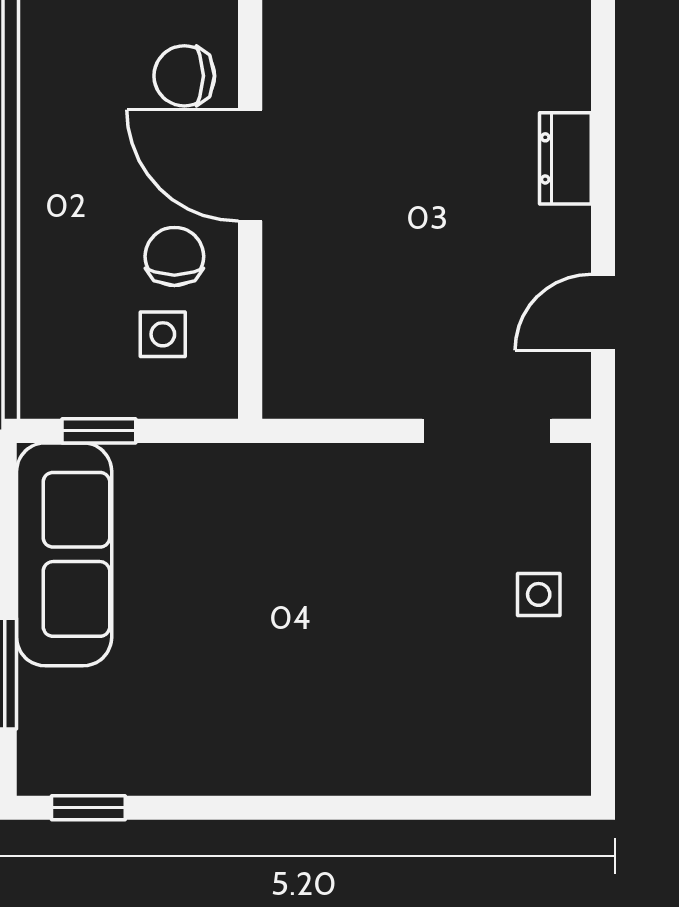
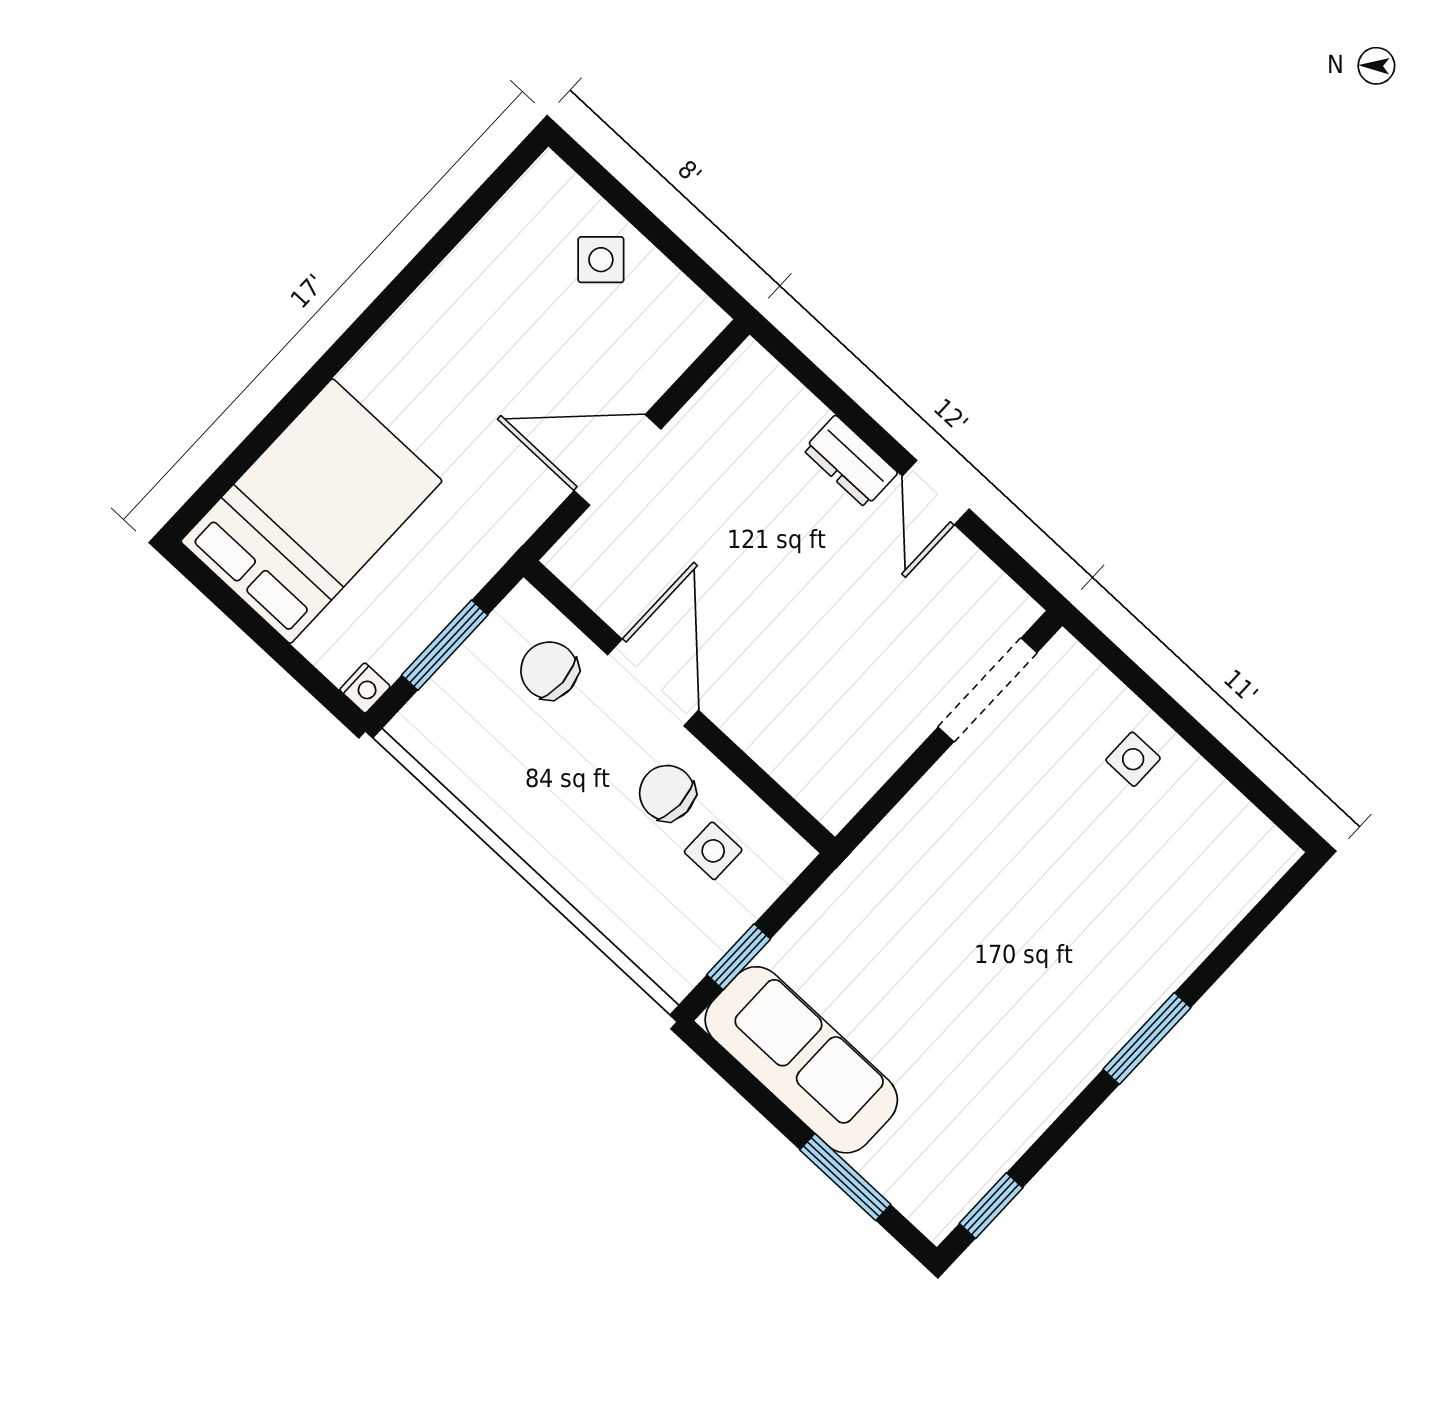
chair: (184, 76) -> (549, 670), turned 88
door: (250, 165) -> (653, 683), swing flipped
door: (603, 312) -> (936, 492), moved
window: (331, 808) -> (1147, 1038), added

